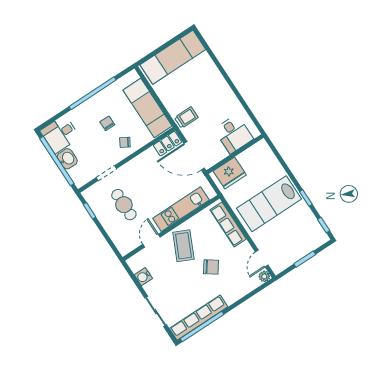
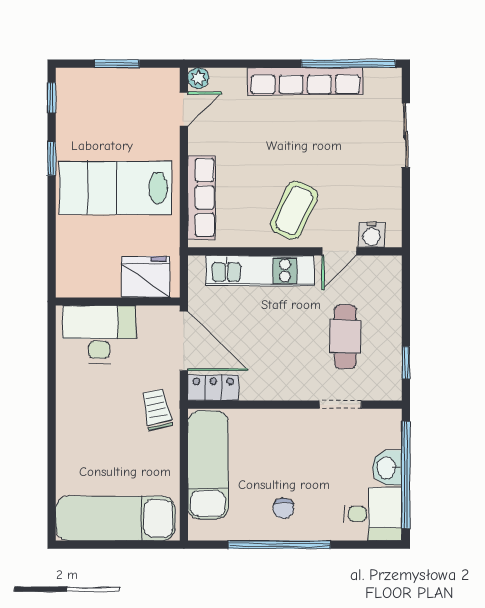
trolley: (186, 118) -> (157, 409), turned 78
chair: (107, 123) -> (283, 508), moved
desk: (234, 134) -> (99, 334), width x1.37
chair: (125, 142) -> (279, 434), removed
lab bench: (269, 204) -> (115, 188), turned 180
chair: (211, 267) -> (273, 148), removed
water cooler: (143, 277) -> (371, 235), moved, turned 90
row of seats: (199, 318) -> (305, 81), moved

